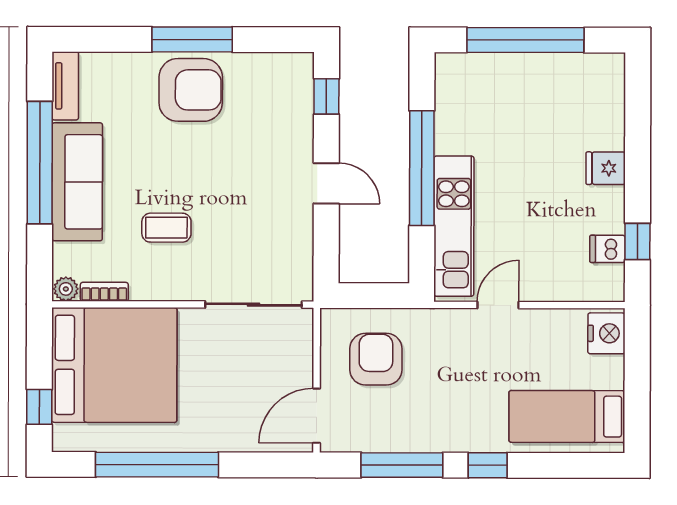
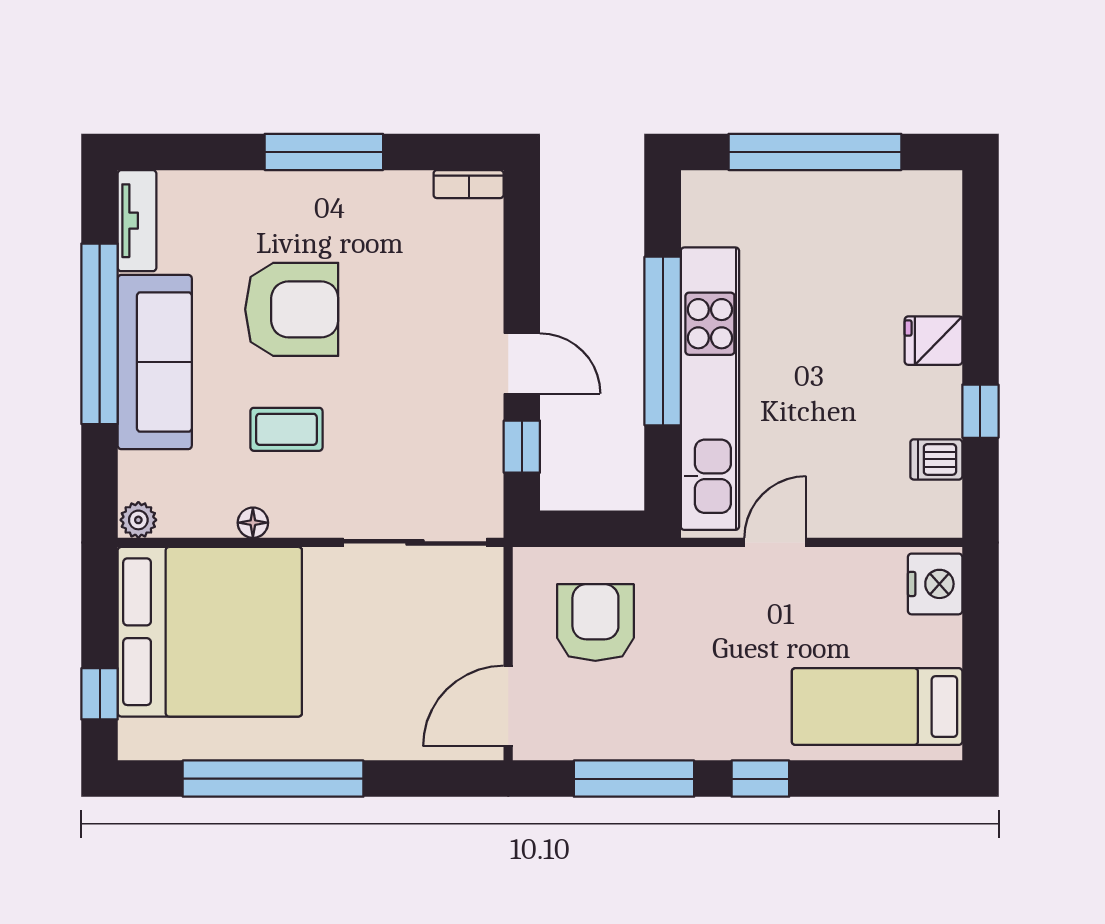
armchair: (191, 90) -> (292, 309), moved
window: (326, 96) -> (522, 447), moved
kitchen unit: (454, 226) -> (710, 389), width x1.36
window: (637, 242) -> (980, 411), moved
floor lamp: (144, 291) -> (253, 523), added
bookcase: (104, 292) -> (469, 184), moved, turned 180

